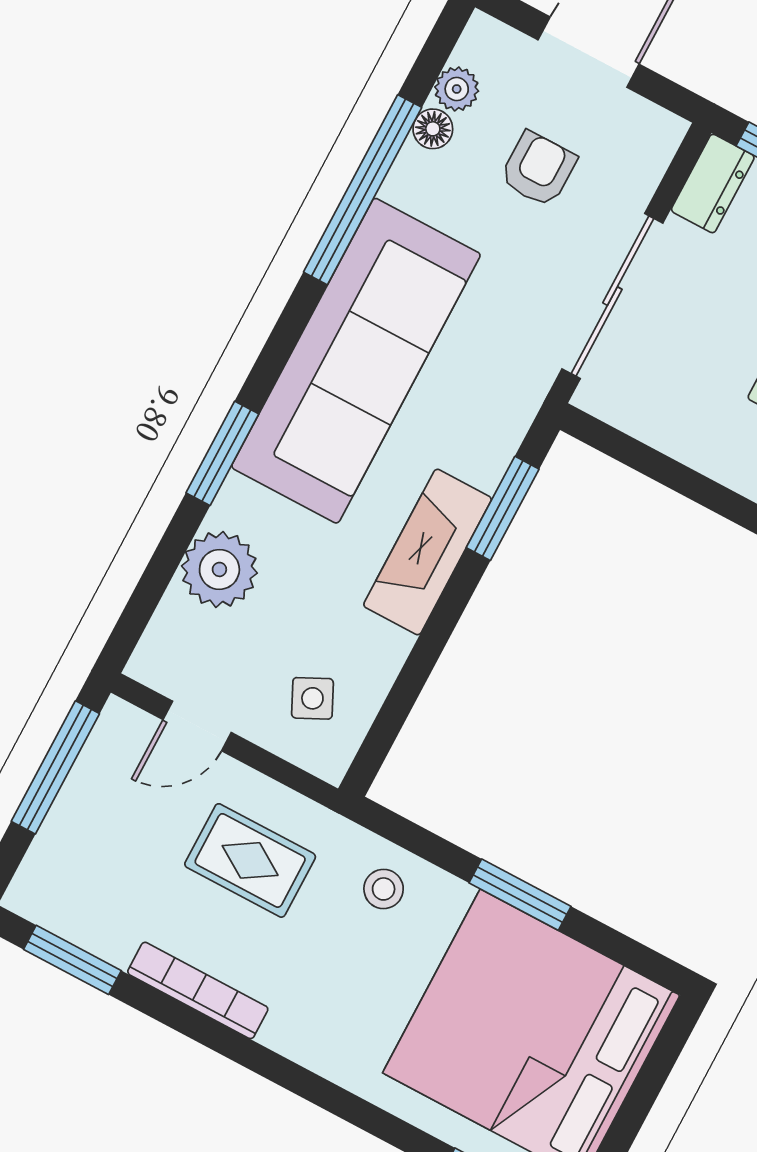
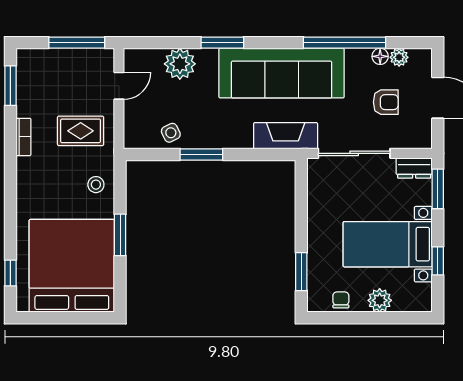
window: (503, 508) -> (201, 154), moved
fireplace: (428, 552) -> (286, 136), moved
side table: (312, 698) -> (171, 133), moved
door: (197, 726) -> (119, 86), swing flipped
rug: (250, 860) -> (81, 131), turned 90
bookcase: (198, 990) -> (24, 137), width x0.64

